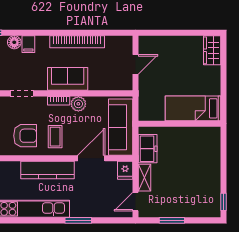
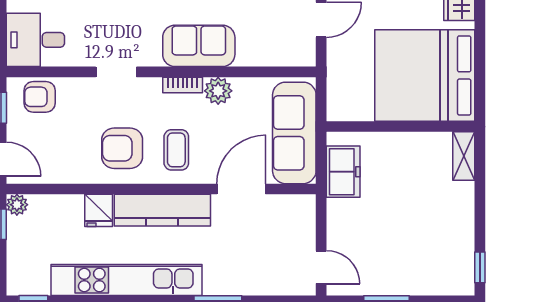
bed: (193, 108) -> (425, 75), width x2.04
armchair: (25, 136) -> (122, 148), turned 180
fridge: (125, 170) -> (99, 210), moved
shelving: (145, 178) -> (464, 156), moved
door: (136, 202) -> (321, 267), swing flipped

